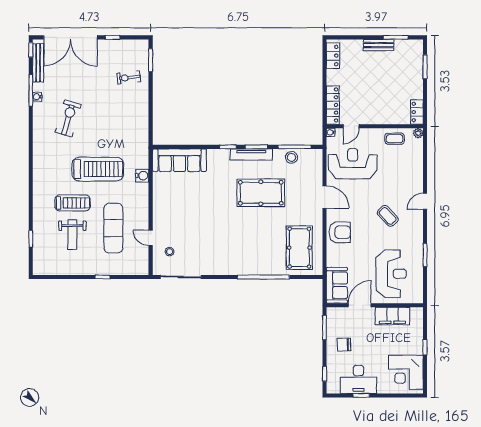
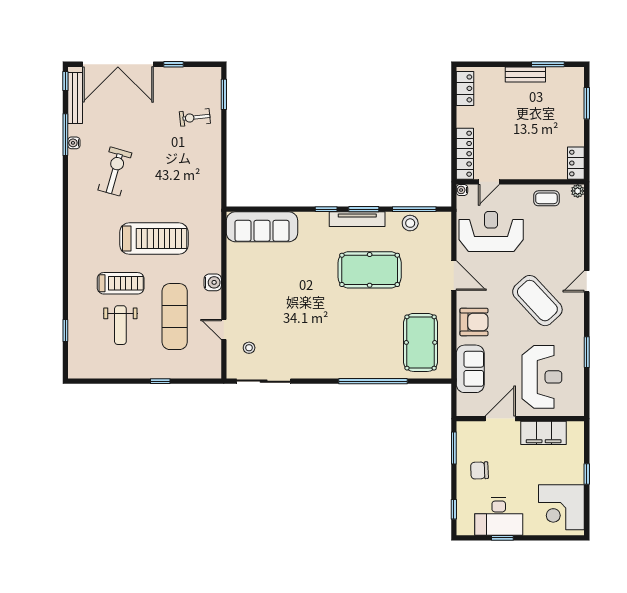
water cooler: (142, 176) -> (213, 282), moved
coffee table: (388, 216) -> (537, 301), width x1.86, depth x1.72
sofa: (337, 285) -> (470, 369), moved

